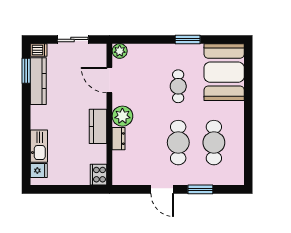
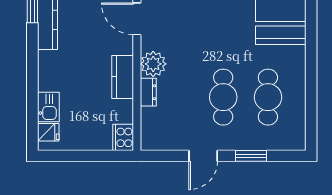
cafe table: (178, 86) -> (223, 27), removed
kitchen sink: (39, 146) -> (48, 107), width x0.73
door: (162, 189) -> (203, 156), hinge flipped

